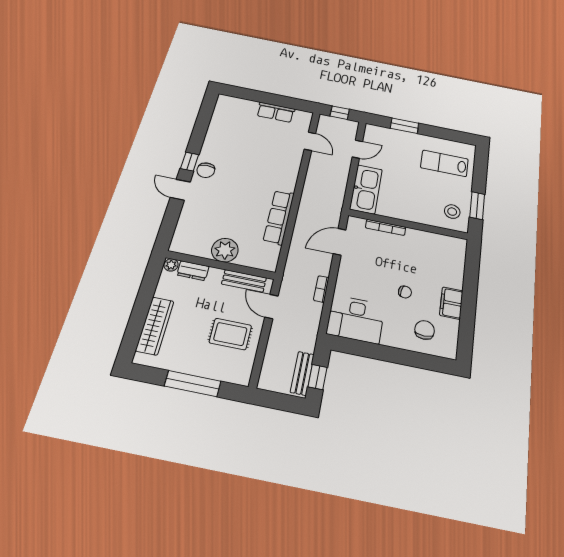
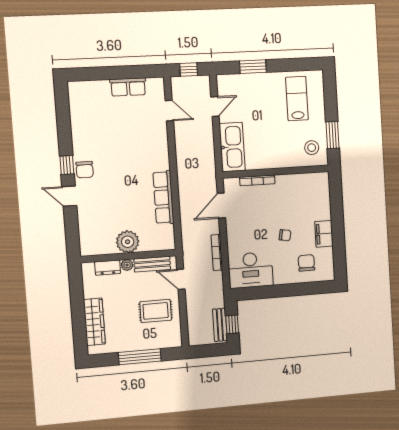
lab bench: (444, 163) -> (297, 99), turned 90
plant: (171, 265) -> (127, 265), moved
bookcase: (321, 289) -> (217, 253), width x1.56

